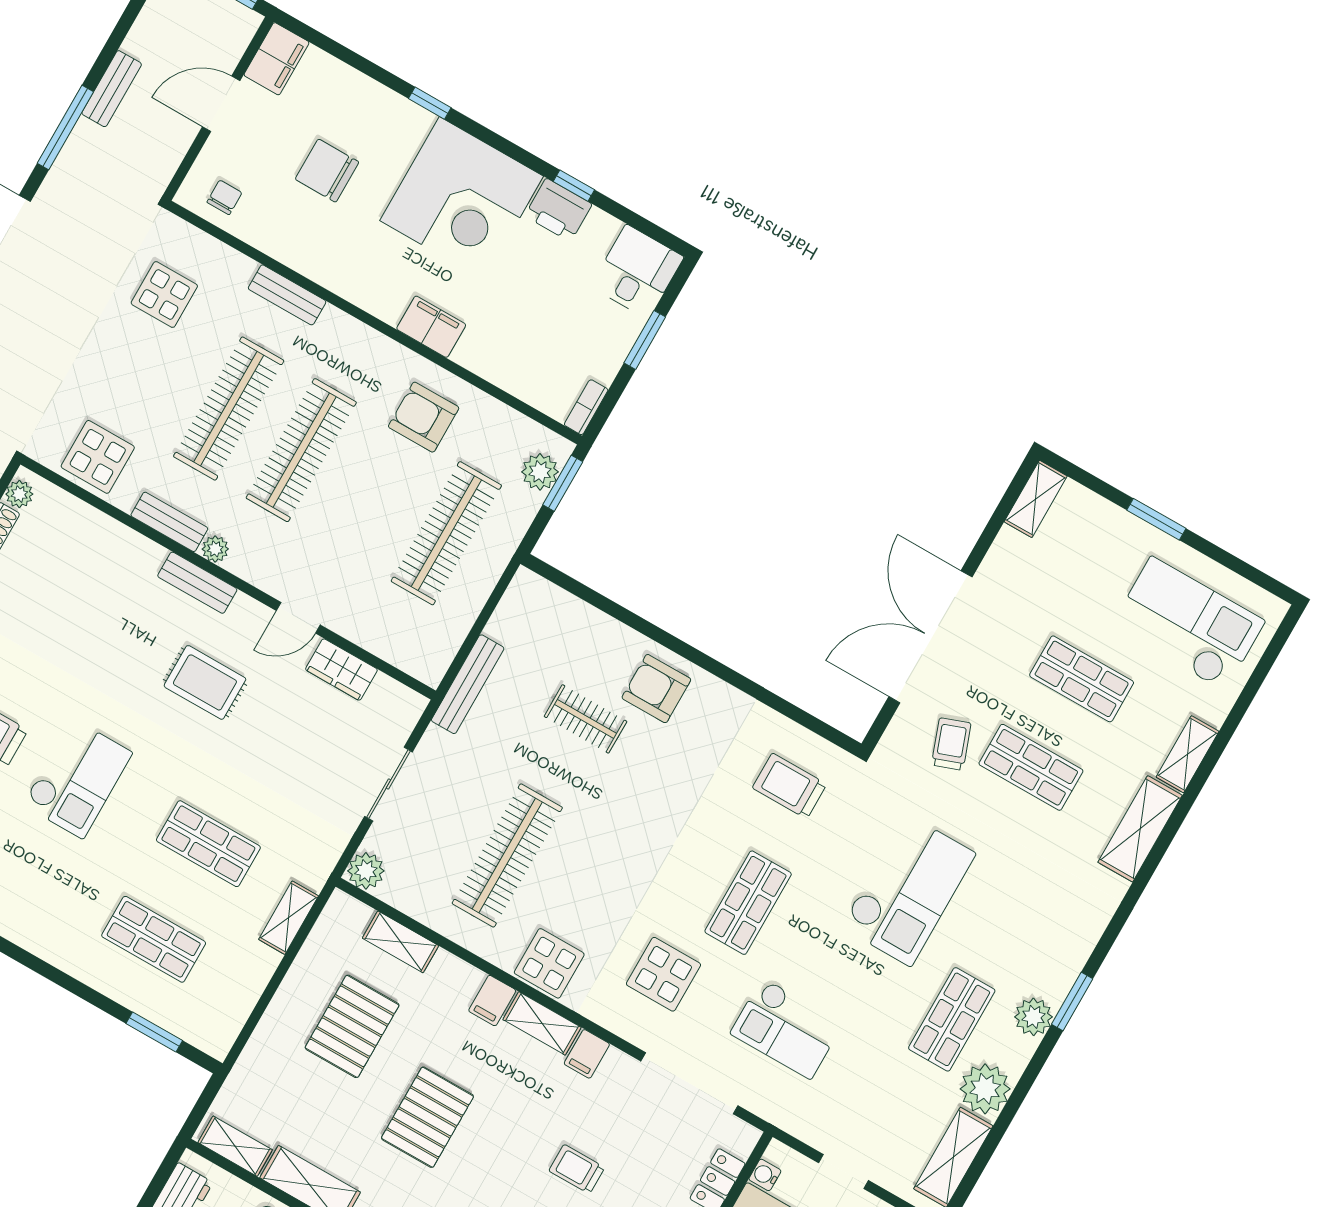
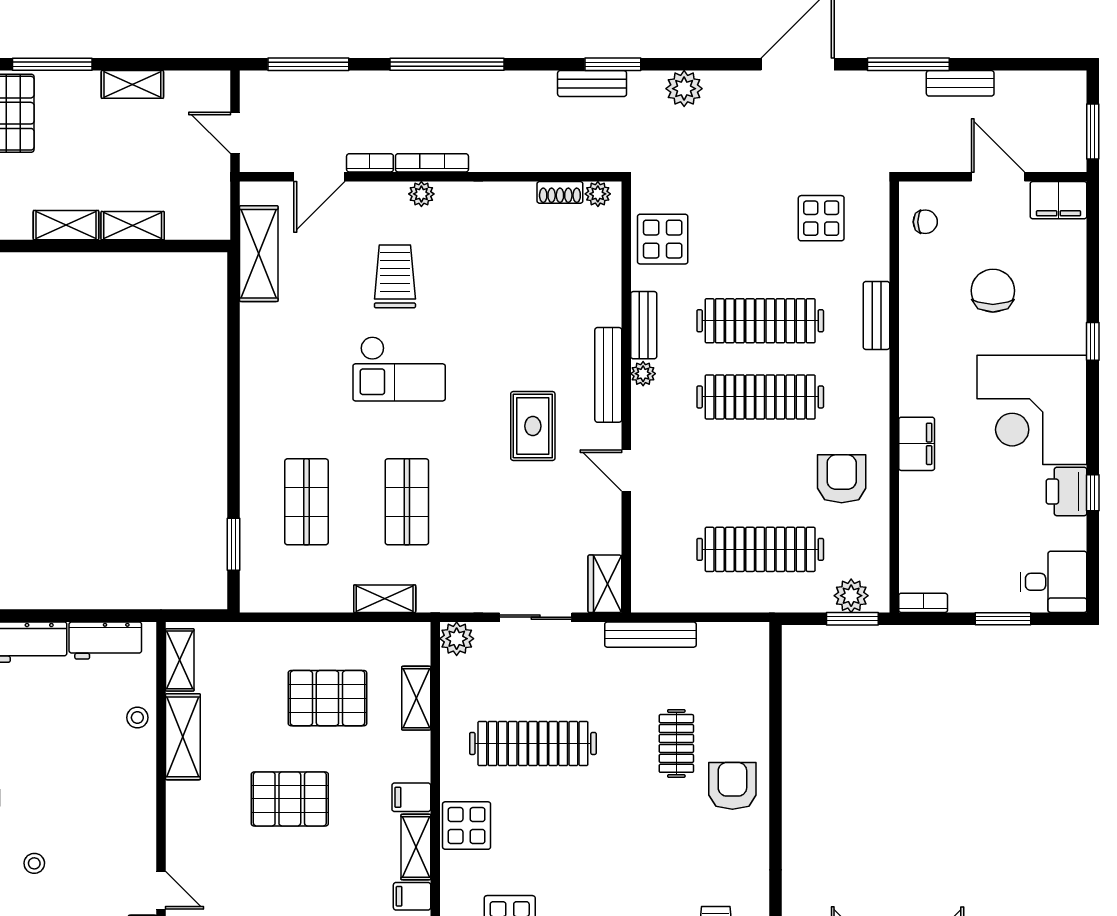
bench: (197, 583) -> (608, 375), width x1.36
wardrobe: (341, 670) -> (605, 584), moved

